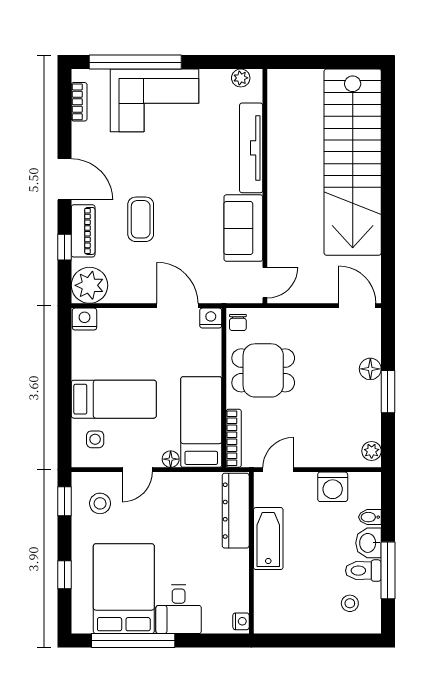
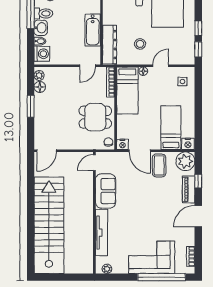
door: (65, 179) -> (198, 216), hinge flipped
coffee table: (141, 219) -> (159, 165), moved
door: (357, 306) -> (47, 151), hinge flipped
floor lamp: (370, 369) -> (40, 87), moved
bed: (114, 399) -> (171, 128), moved, turned 90
washing machine: (333, 487) -> (42, 54), moved, turned 90
stool: (100, 503) -> (140, 44), moved
window: (65, 575) -> (198, 28), moved

